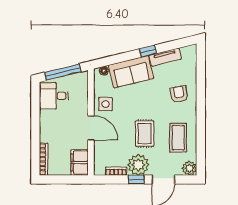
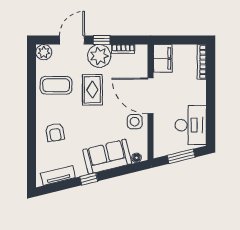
tv unit: (165, 57) -> (58, 176), moved
window: (63, 72) -> (181, 156), width x0.69
desk: (54, 96) -> (191, 125), width x1.37
door: (91, 128) -> (150, 96), width x1.36
coffee table: (178, 138) -> (56, 85), turned 90

